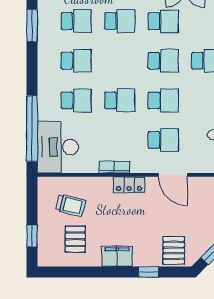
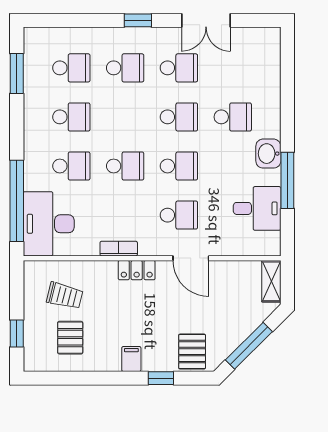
filing cabinet: (117, 256) -> (131, 359), width x0.50

